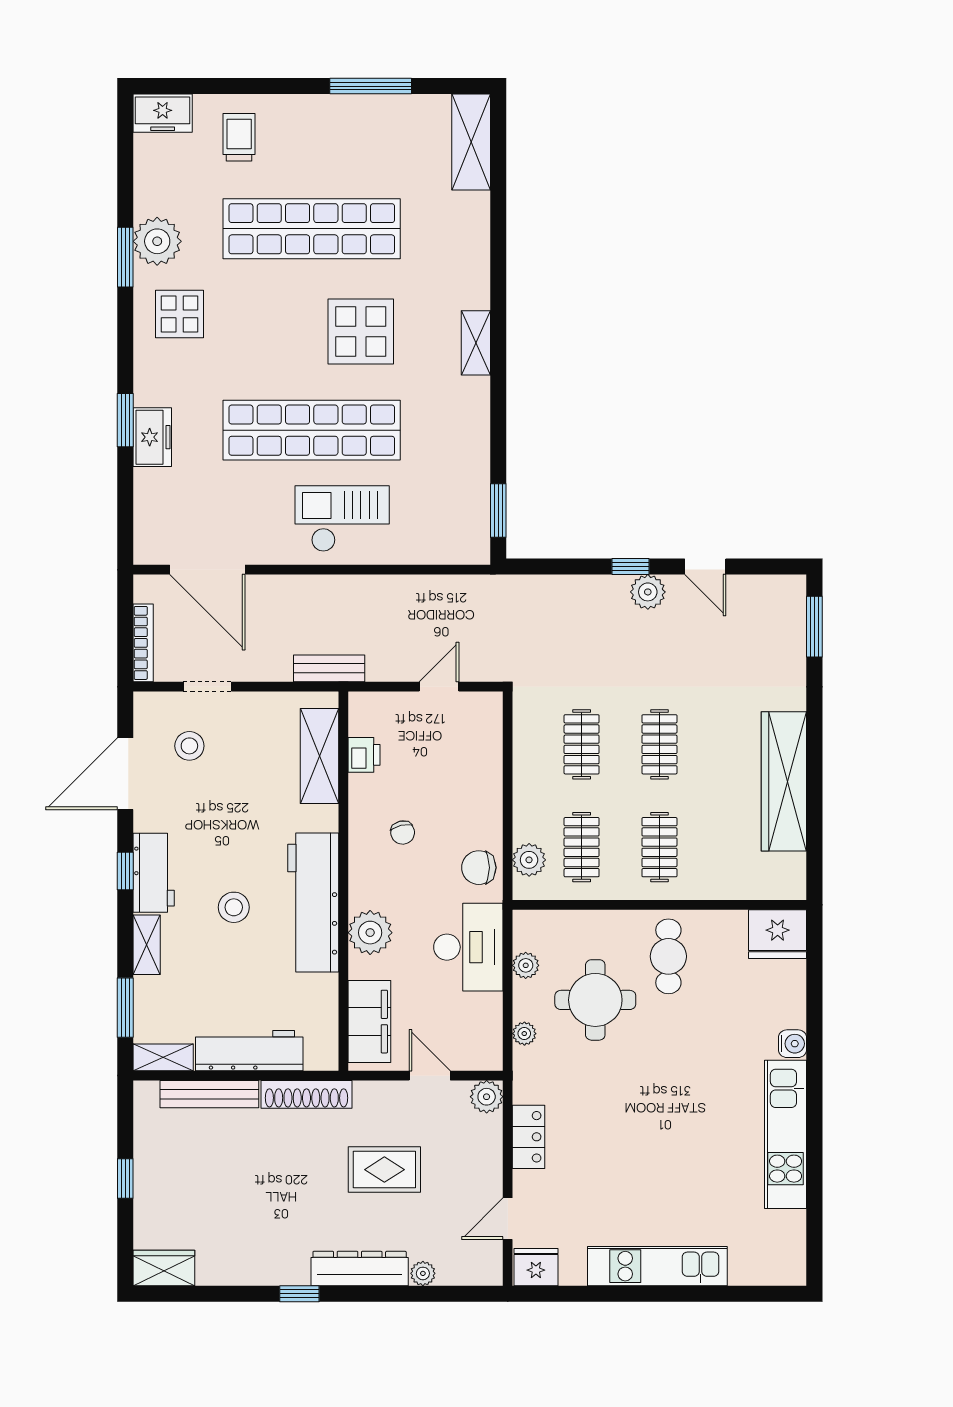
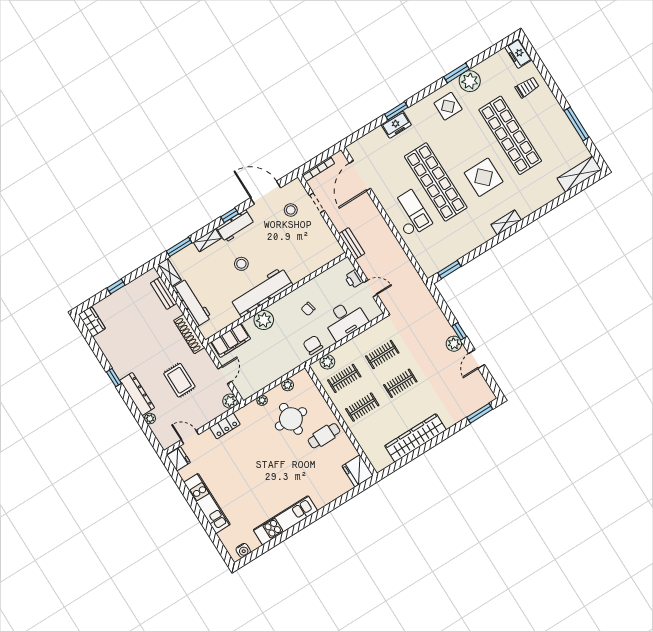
printer: (364, 755) -> (354, 279), moved, turned 90
shelving: (320, 756) -> (317, 260), removed
desk: (468, 947) -> (345, 320), moved
water cooler: (793, 1044) -> (243, 550), moved
bench: (209, 1094) -> (164, 293), width x0.73

